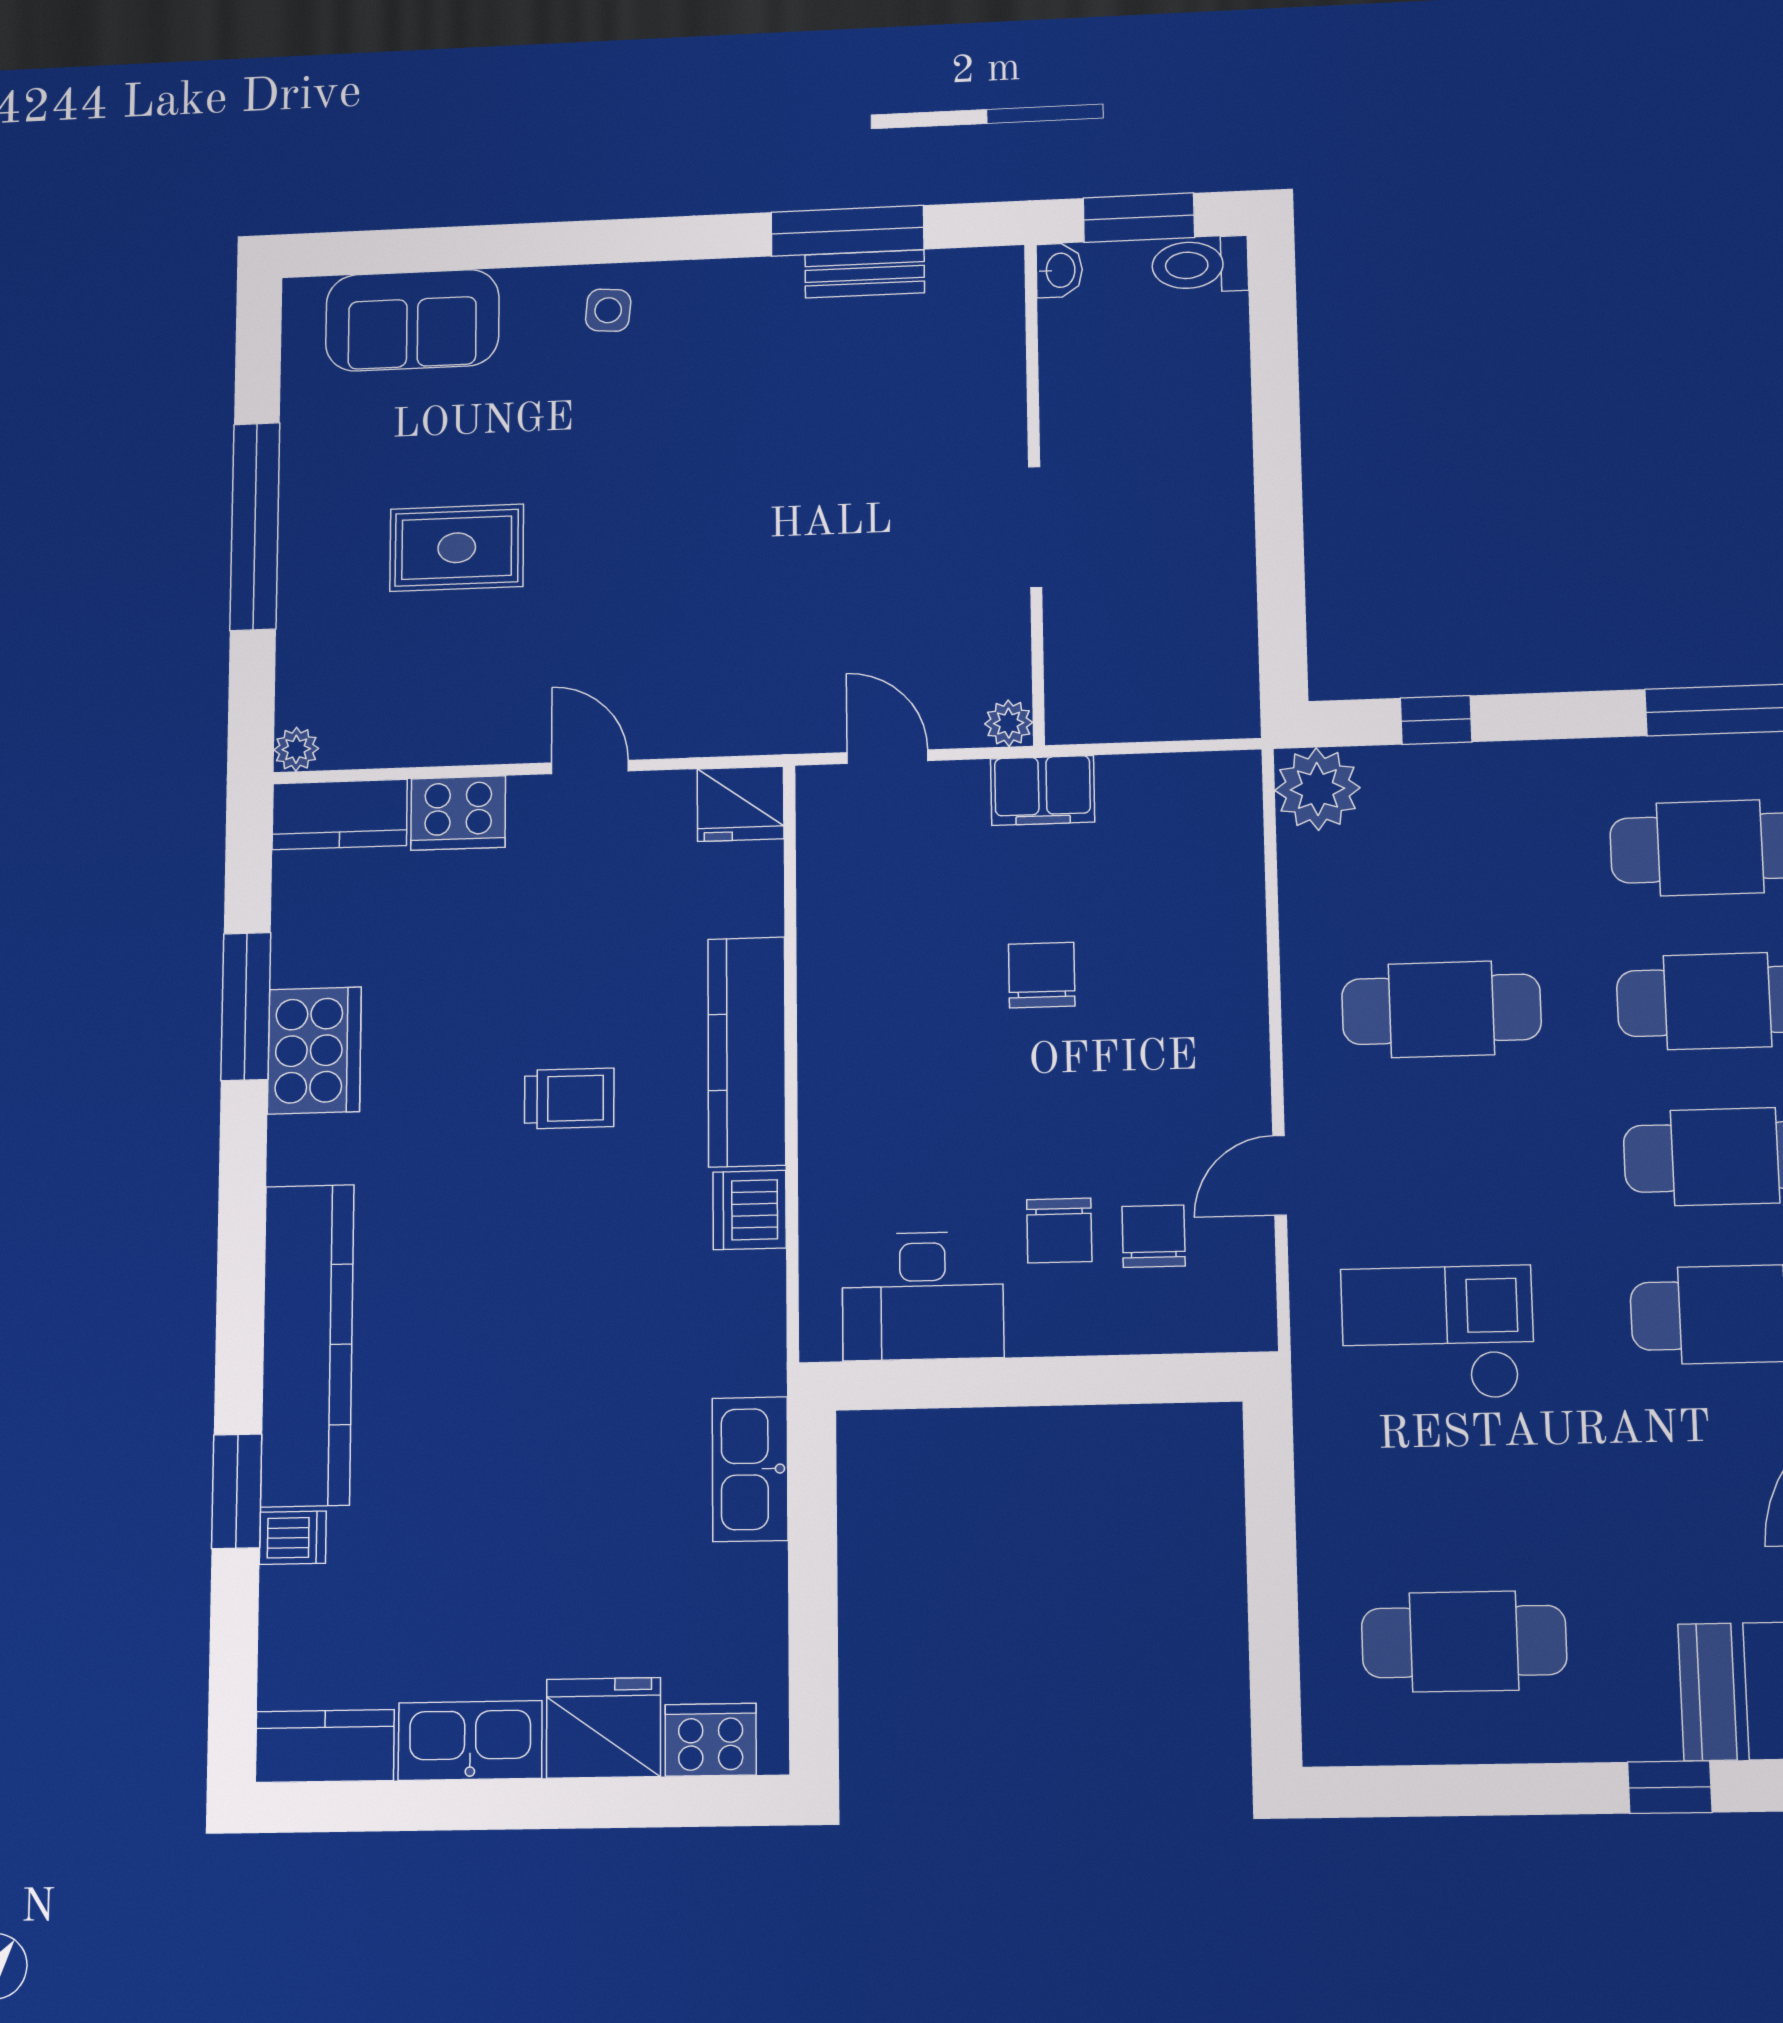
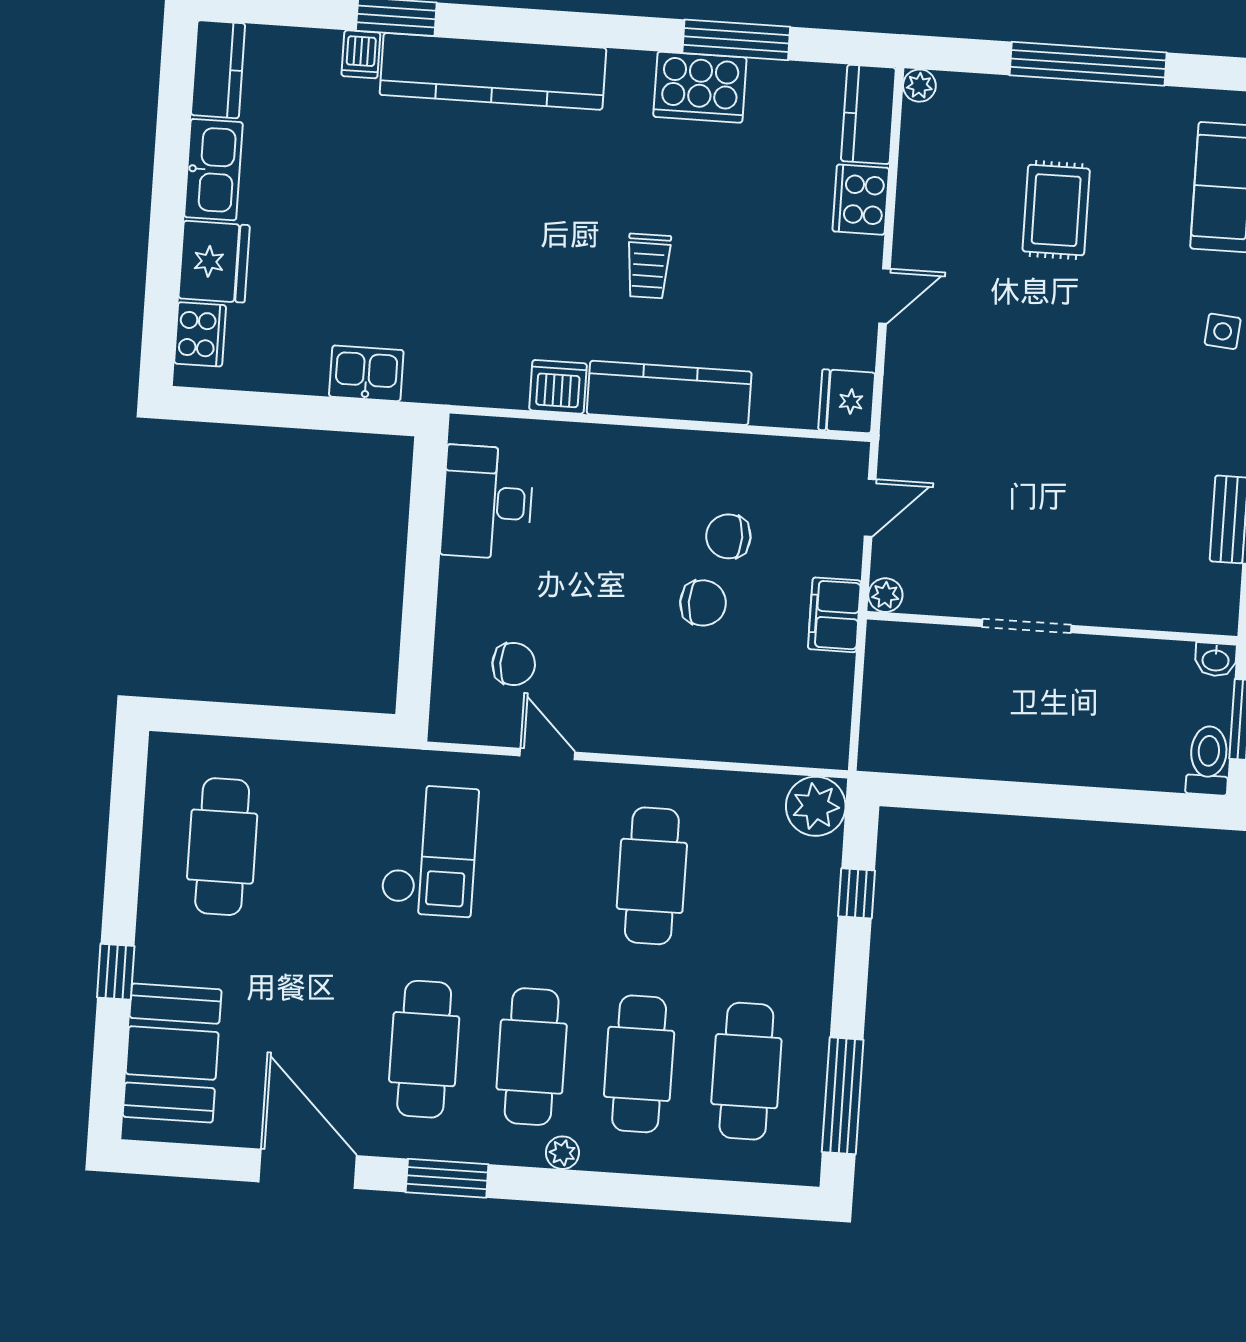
chair: (1059, 1231) -> (728, 536), moved
kitchen sink: (750, 1469) -> (366, 373), width x0.73

